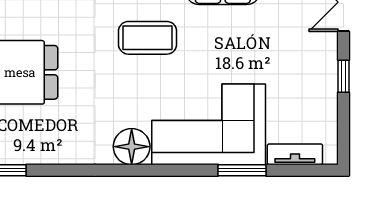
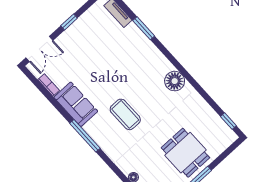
corner sofa: (209, 124) -> (138, 58), removed

